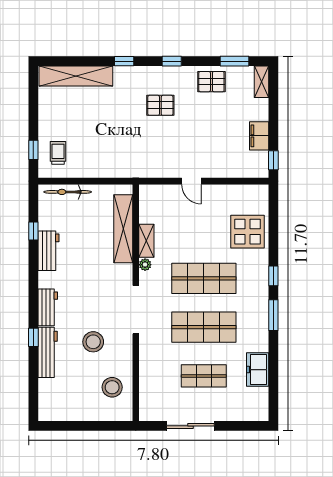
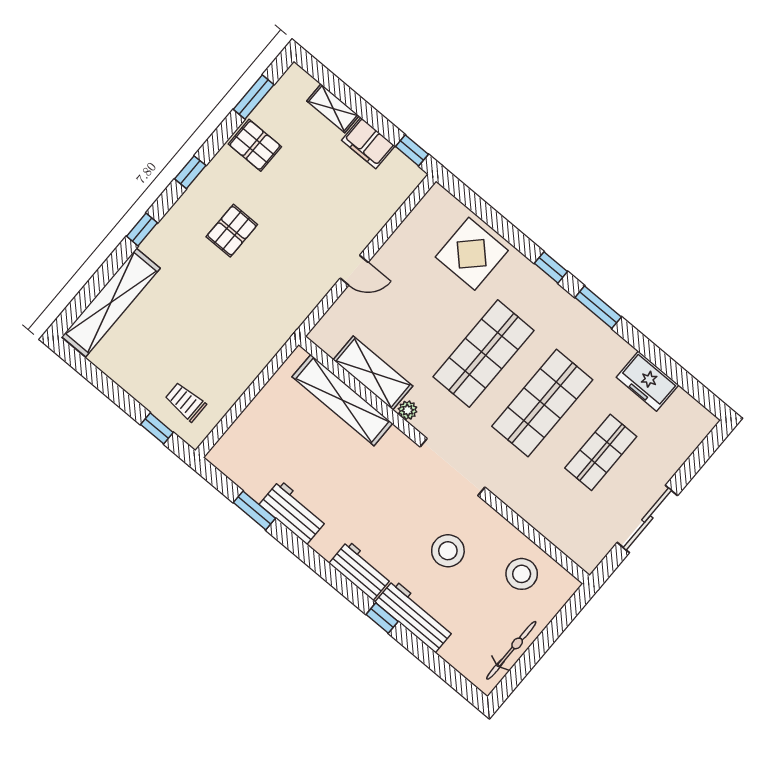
pallet: (211, 82) -> (255, 145), turned 90
shelving: (261, 82) -> (333, 108), moved
bicycle: (68, 192) -> (511, 650), moved, turned 180
window: (33, 231) -> (254, 510), width x1.50
shelving: (146, 241) -> (373, 373), width x1.50, depth x1.33

